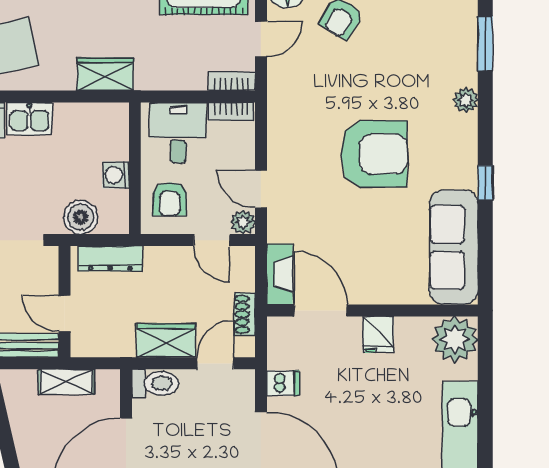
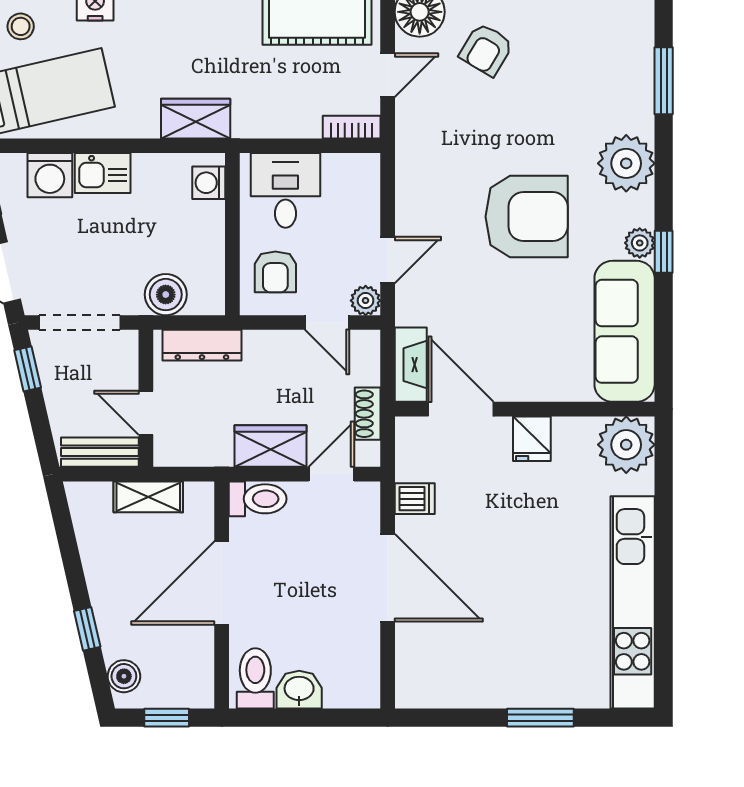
plant: (466, 100) -> (626, 163), width x1.88, depth x1.88
bookcase: (231, 111) -> (351, 164), removed
washing machine: (116, 175) -> (209, 183), moved
plant: (466, 175) -> (640, 243), added
door: (261, 189) -> (388, 260), swing flipped

